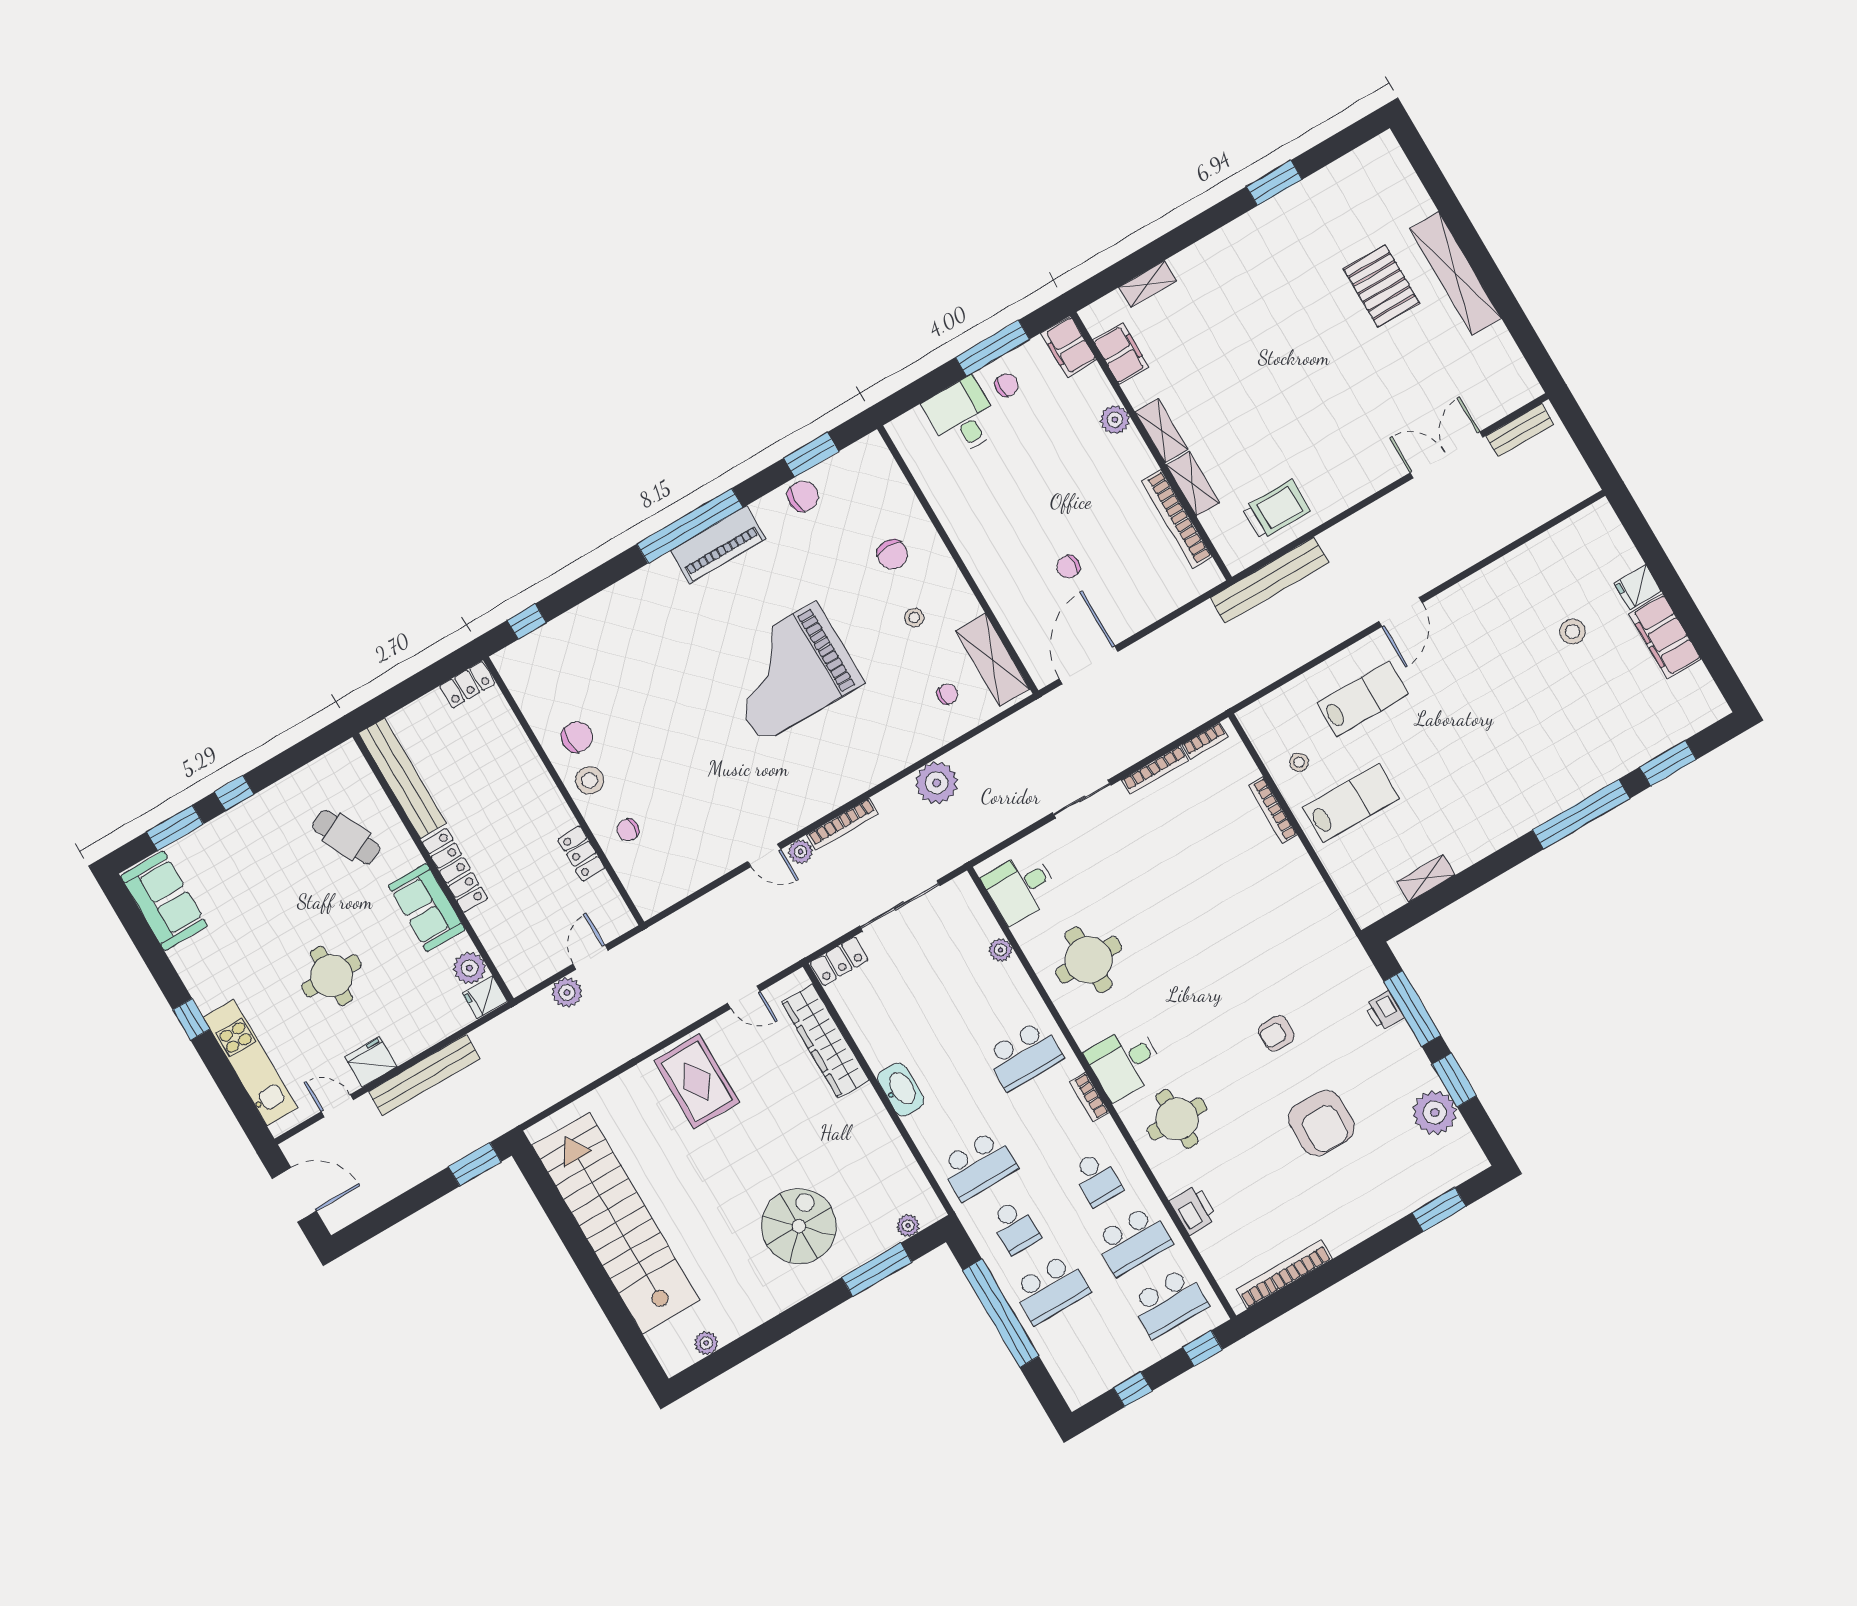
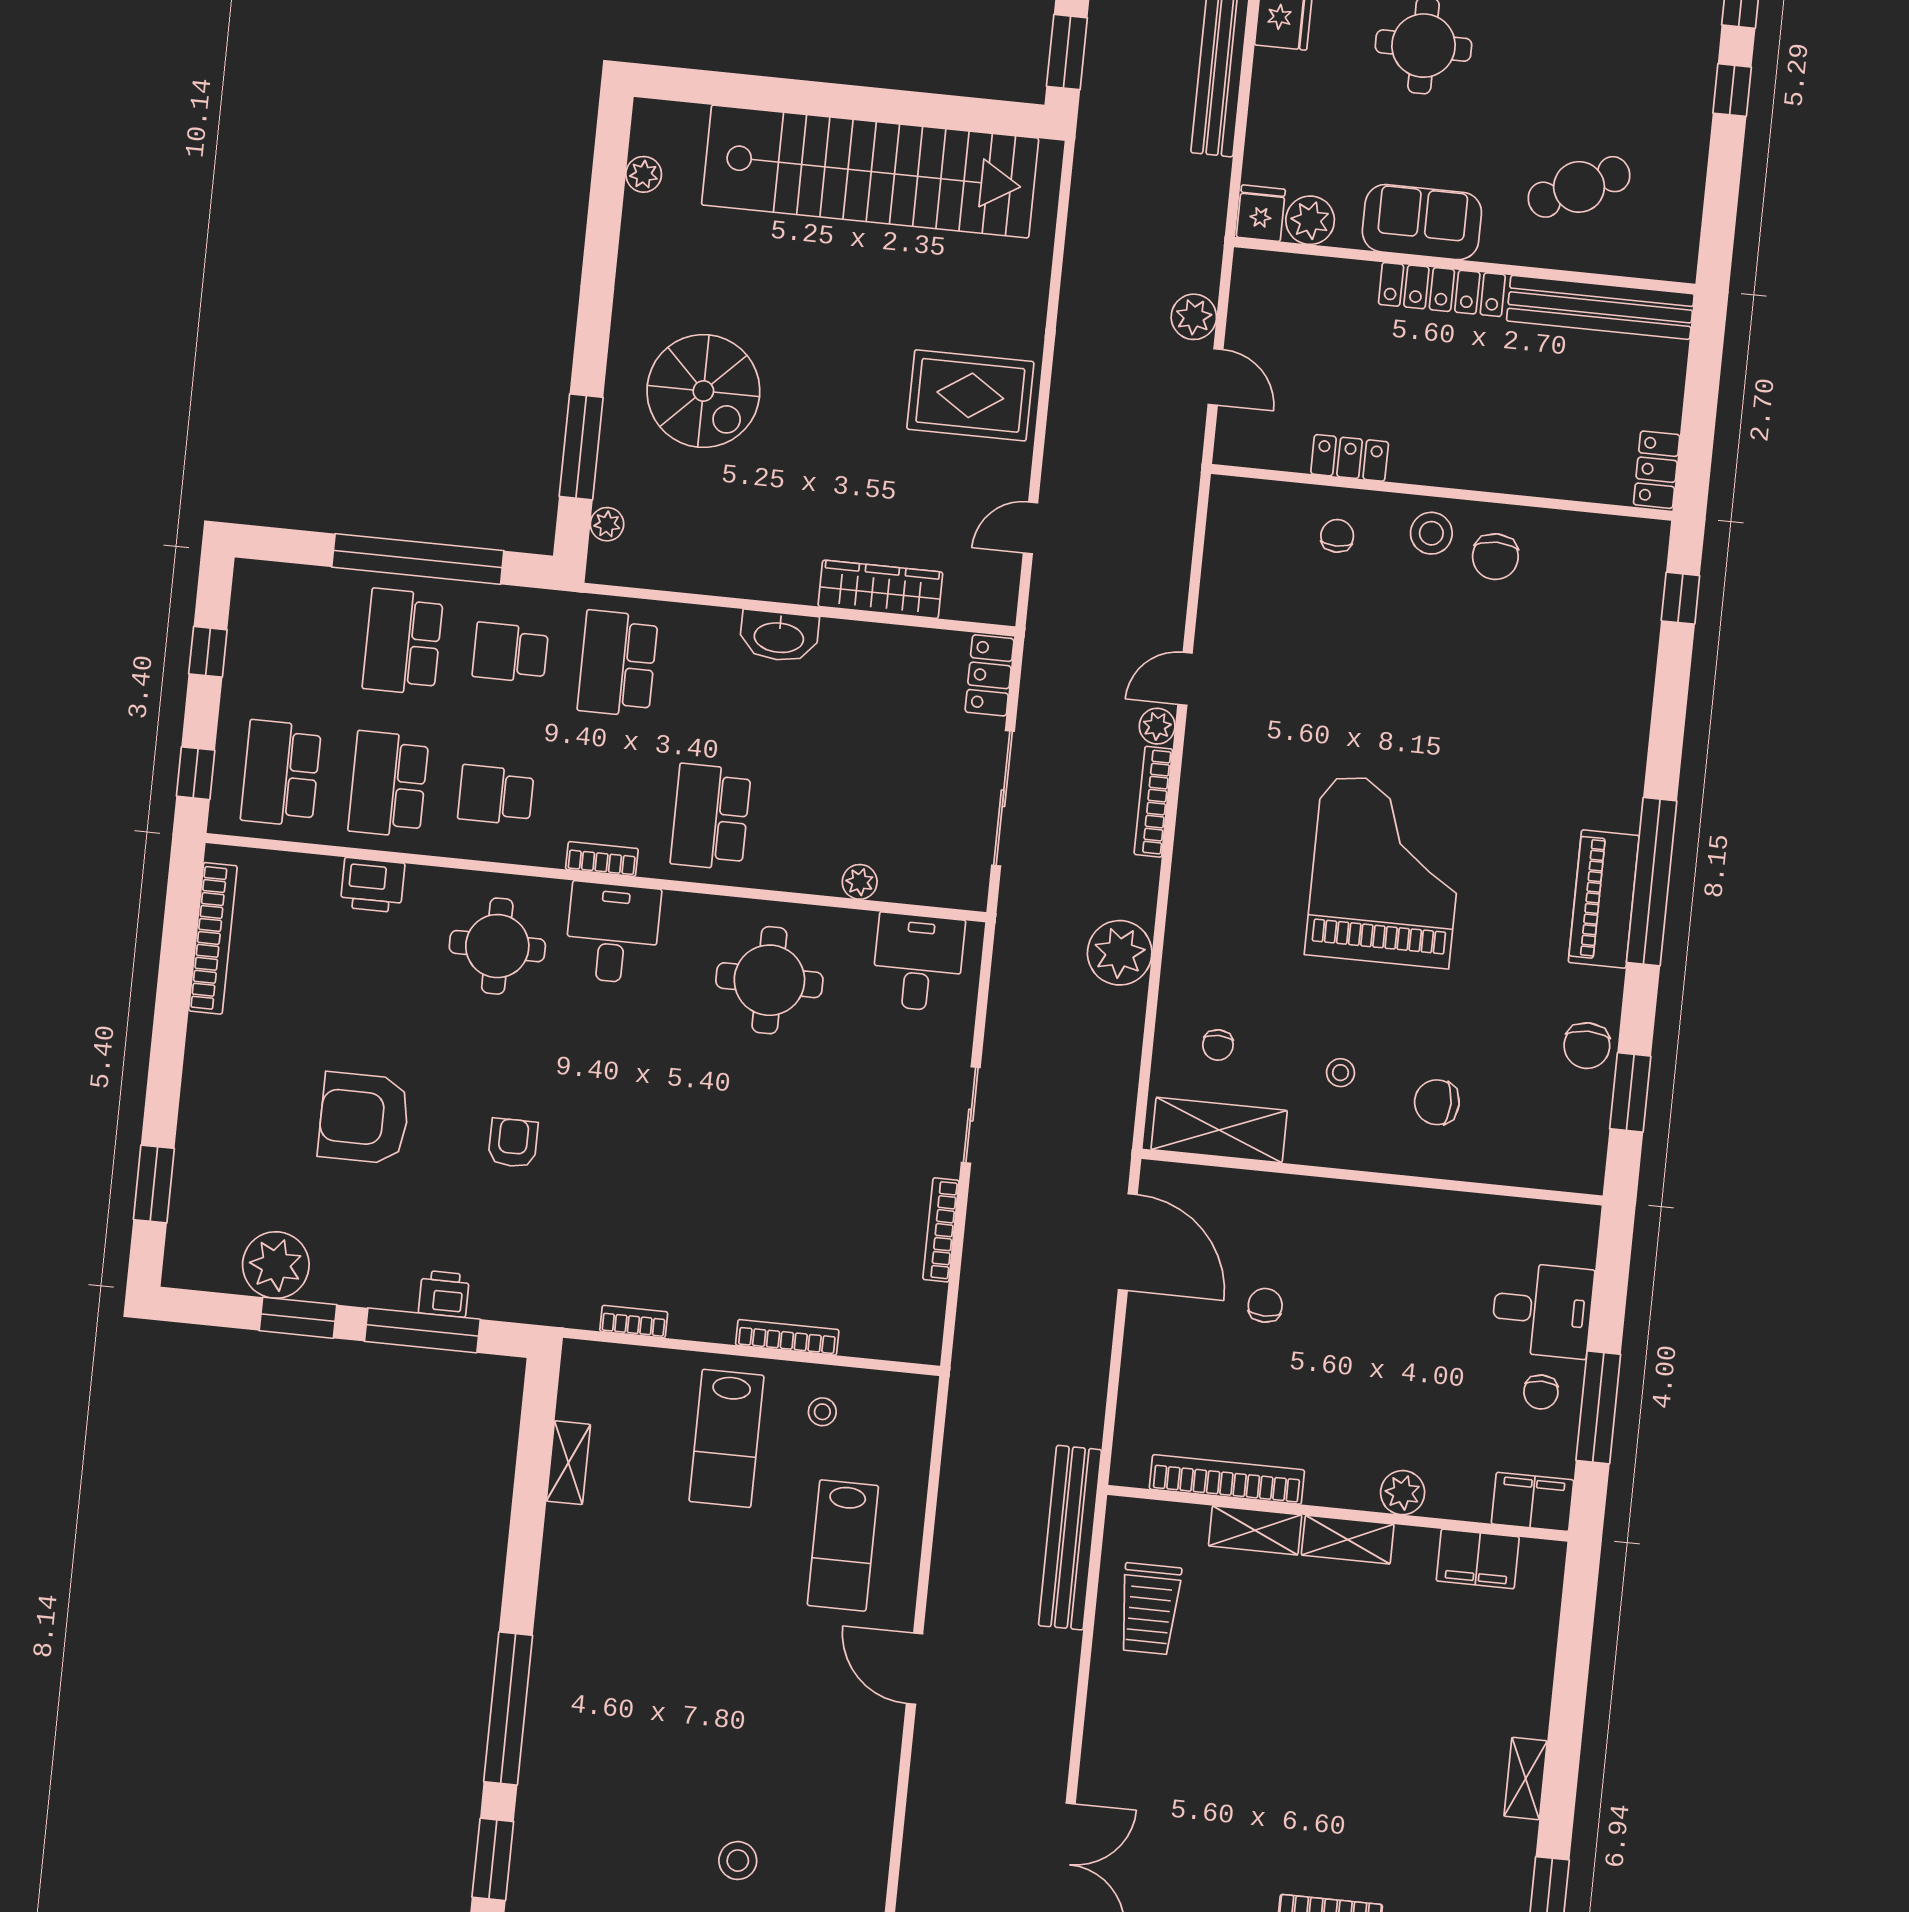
shelving: (1148, 284) -> (1526, 1779), moved
bookcase: (1205, 741) -> (634, 1322), moved, turned 90
wardrobe: (825, 1041) -> (880, 589), width x0.71, depth x0.85

